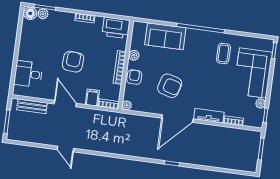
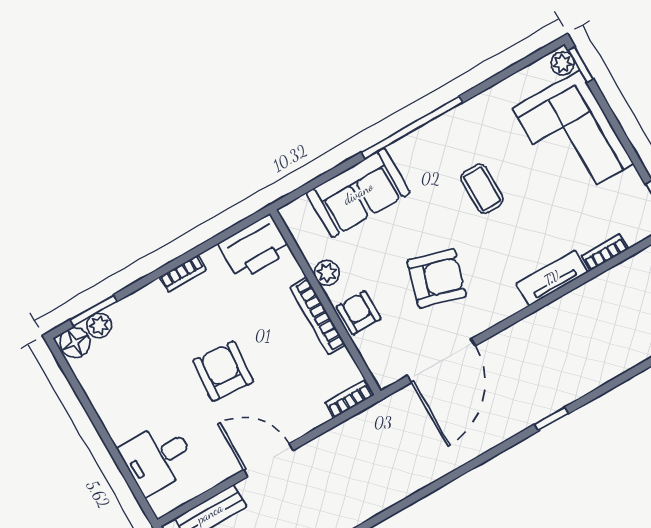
coffee table: (223, 53) -> (482, 189), moved
filing cabinet: (92, 98) -> (310, 410), removed
plant: (261, 103) -> (563, 63), moved
plant: (127, 105) -> (385, 376), removed
door: (177, 119) -> (441, 361), moved

